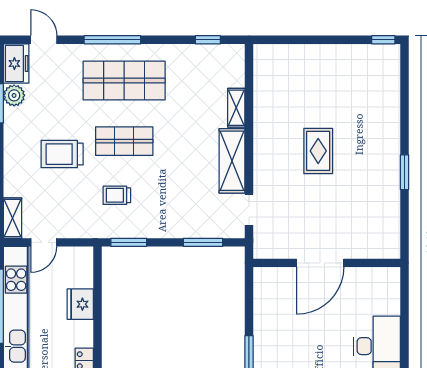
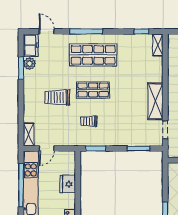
shelving: (236, 108) -> (158, 45), moved

